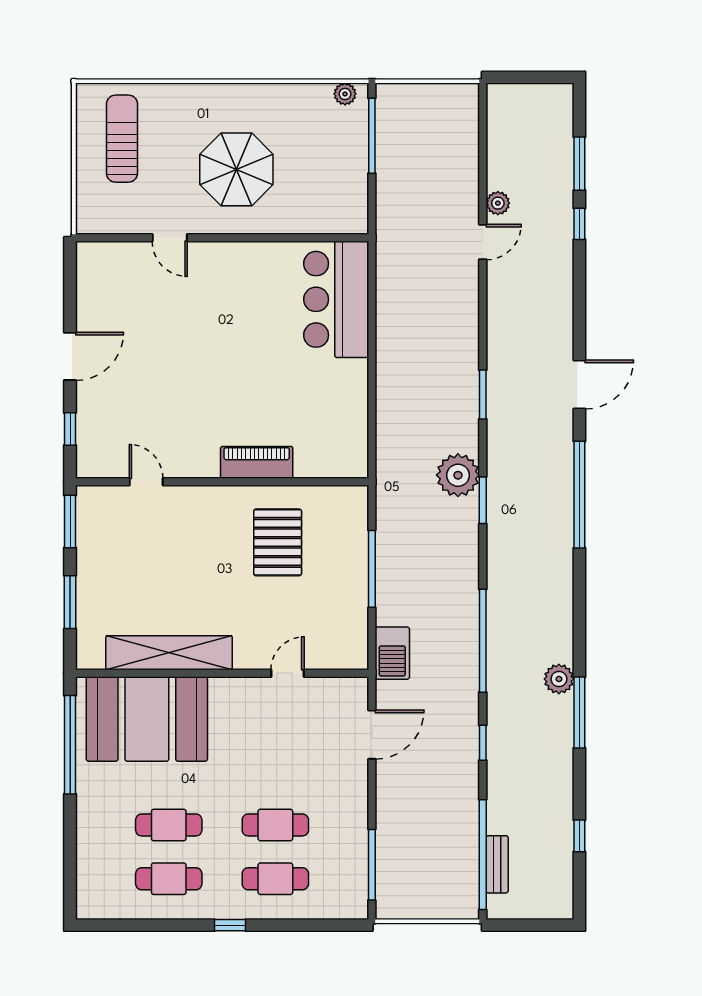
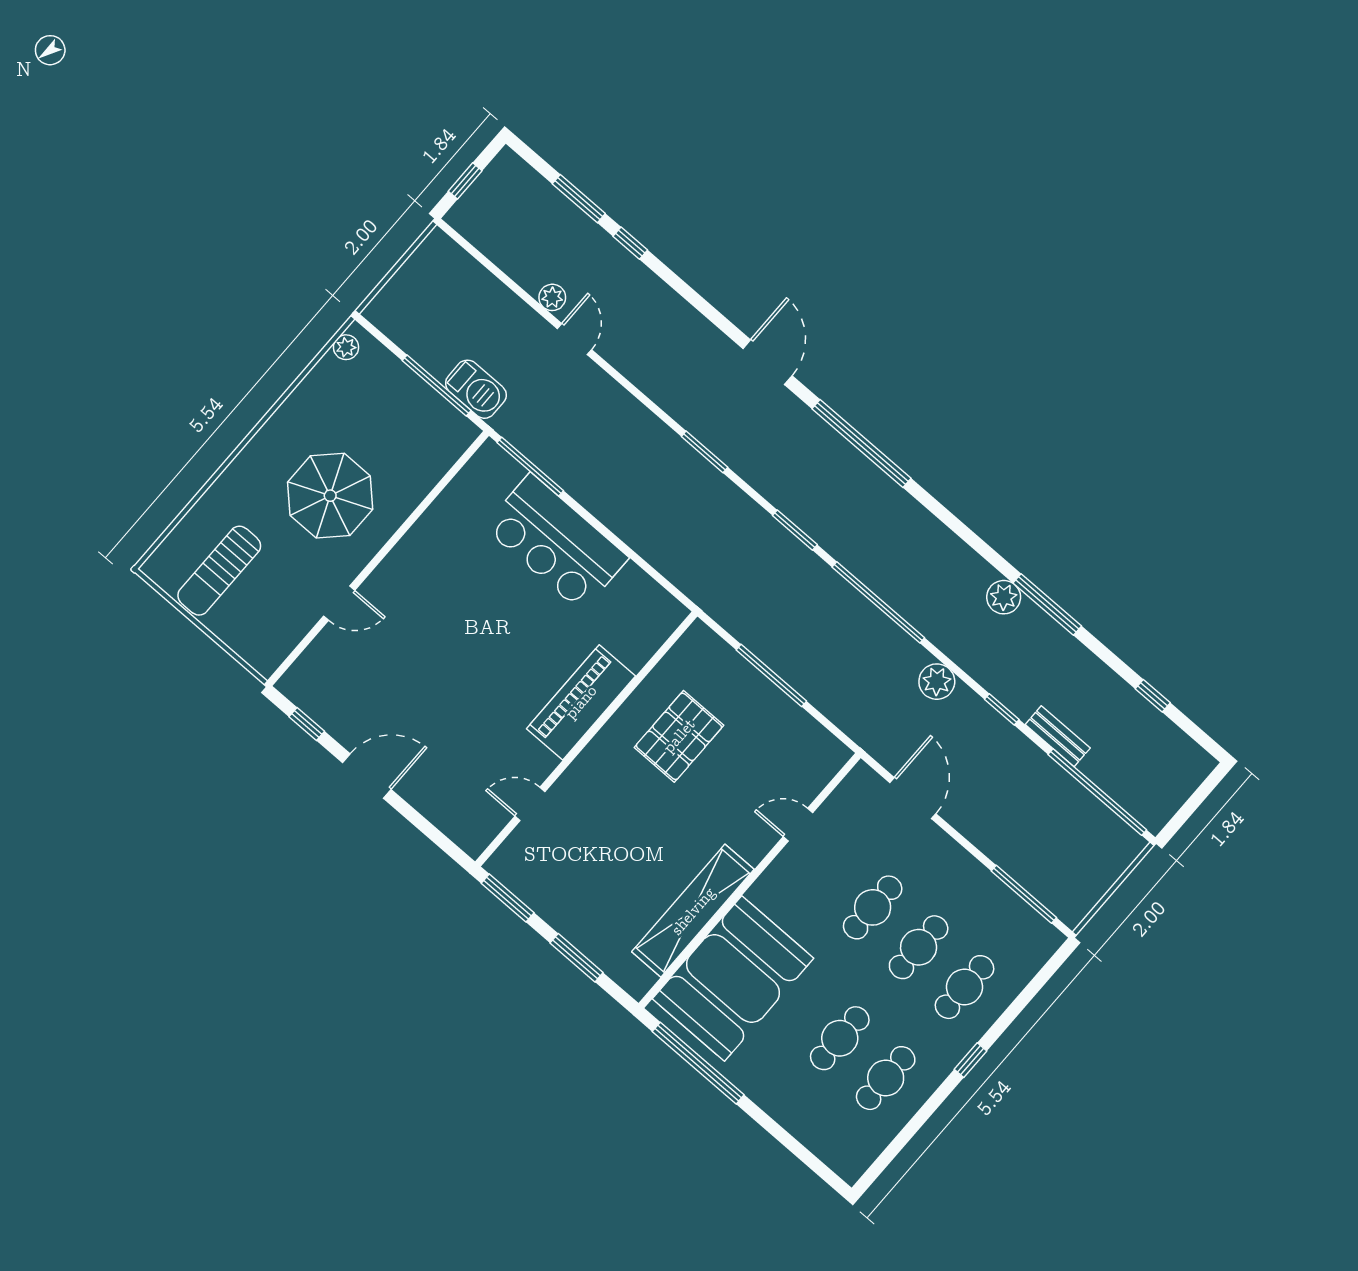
window: (525, 77) -> (465, 181), added
window: (372, 136) -> (437, 386), moved
sun lounger: (122, 139) -> (219, 571), turned -90
window: (372, 286) -> (530, 467), added
bar counter: (336, 299) -> (556, 542), moved
door: (70, 356) -> (367, 776), hinge flipped
window: (70, 429) -> (307, 724), moved
piano: (257, 462) -> (581, 702), width x1.37, depth x1.33
plant: (458, 475) -> (937, 682), moved, width x0.73, depth x0.73
pallet: (278, 542) -> (679, 736), turned 90
window: (483, 641) -> (878, 602), moved
barbecue: (392, 653) -> (476, 389), moved
door: (288, 673) -> (798, 825), hinge flipped
cafe table: (275, 771) -> (873, 907), added
bench: (497, 864) -> (1058, 736), moved

